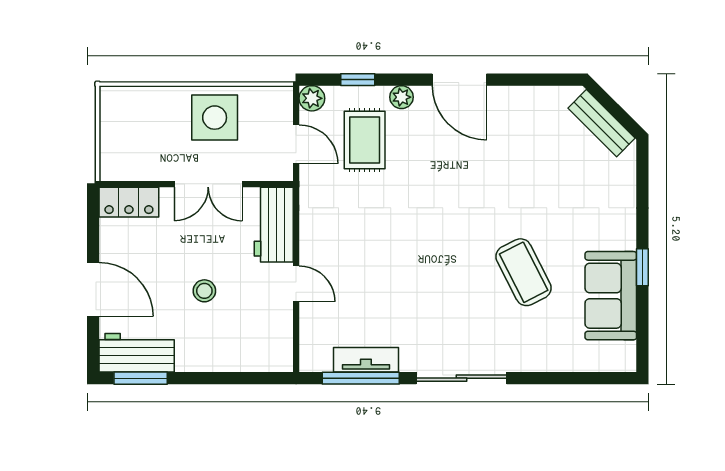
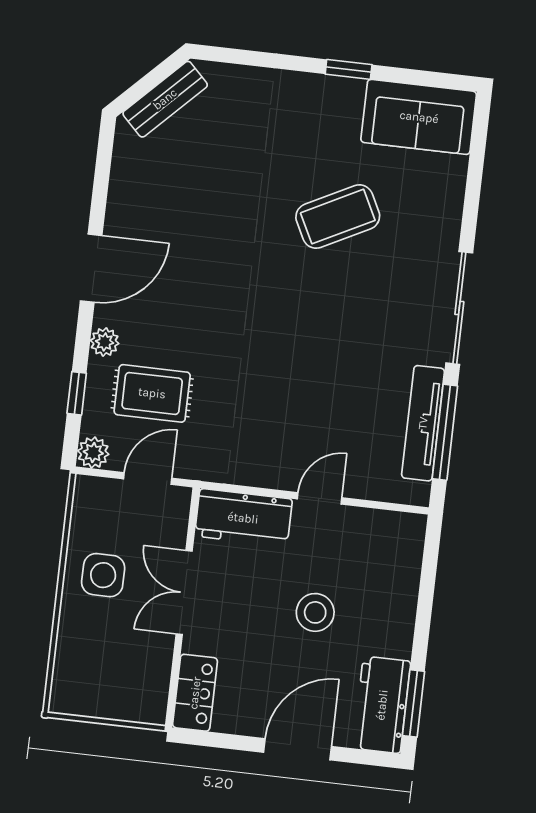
side table: (215, 118) -> (103, 575), width x0.73, depth x0.73
double door: (208, 184) -> (184, 592), swing flipped
stool: (204, 291) -> (315, 612), width x1.37, depth x1.37
sofa: (611, 296) -> (419, 117), moved
tv unit: (366, 360) -> (423, 423), width x1.41

